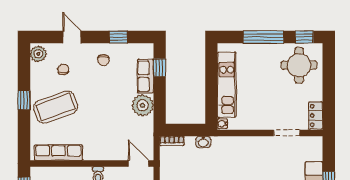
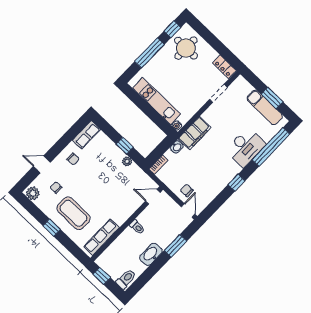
window: (118, 37) -> (68, 137), removed
window: (160, 68) -> (125, 146), moved
row of seats: (145, 76) -> (86, 135), moved, turned -90
plant: (143, 105) -> (127, 161), width x0.53, depth x0.53
coffee table: (56, 107) -> (73, 213), turned -70
filing cabinet: (231, 146) -> (195, 133), added

